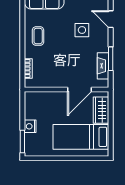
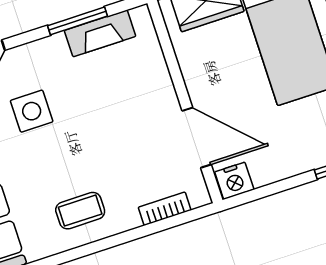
door: (79, 89) -> (197, 138), moved
nightstand: (30, 126) -> (234, 181), moved

